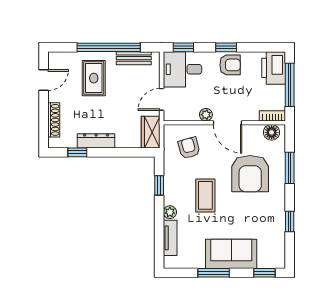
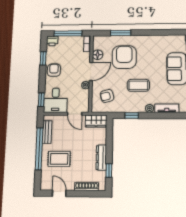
window: (226, 47) -> (43, 58), moved
printer: (274, 68) -> (52, 41), width x0.53, depth x0.68
floor lamp: (272, 132) -> (98, 55), moved
armchair: (250, 174) -> (124, 57), turned -90
window: (290, 221) -> (155, 32), removed

